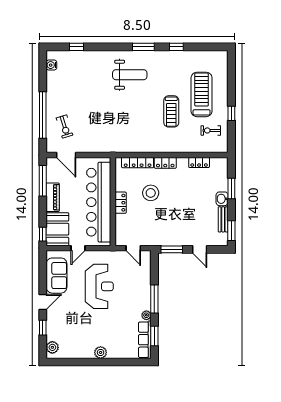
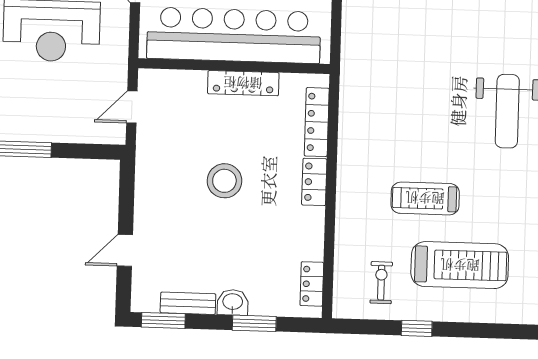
locker: (199, 162) -> (312, 284), moved
stool: (151, 193) -> (224, 181), moved
locker: (121, 203) -> (243, 83), width x1.53
window: (172, 249) -> (127, 190), removed

